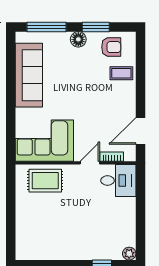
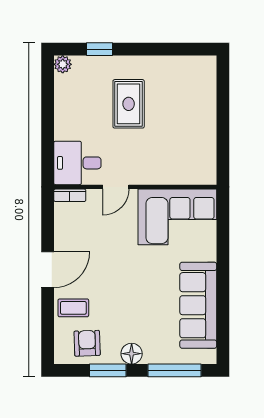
armchair: (111, 47) -> (87, 343), turned 88
door: (140, 131) -> (48, 270), moved
bookcase: (112, 157) -> (70, 195), moved
rug: (45, 181) -> (129, 104), moved, turned 90

